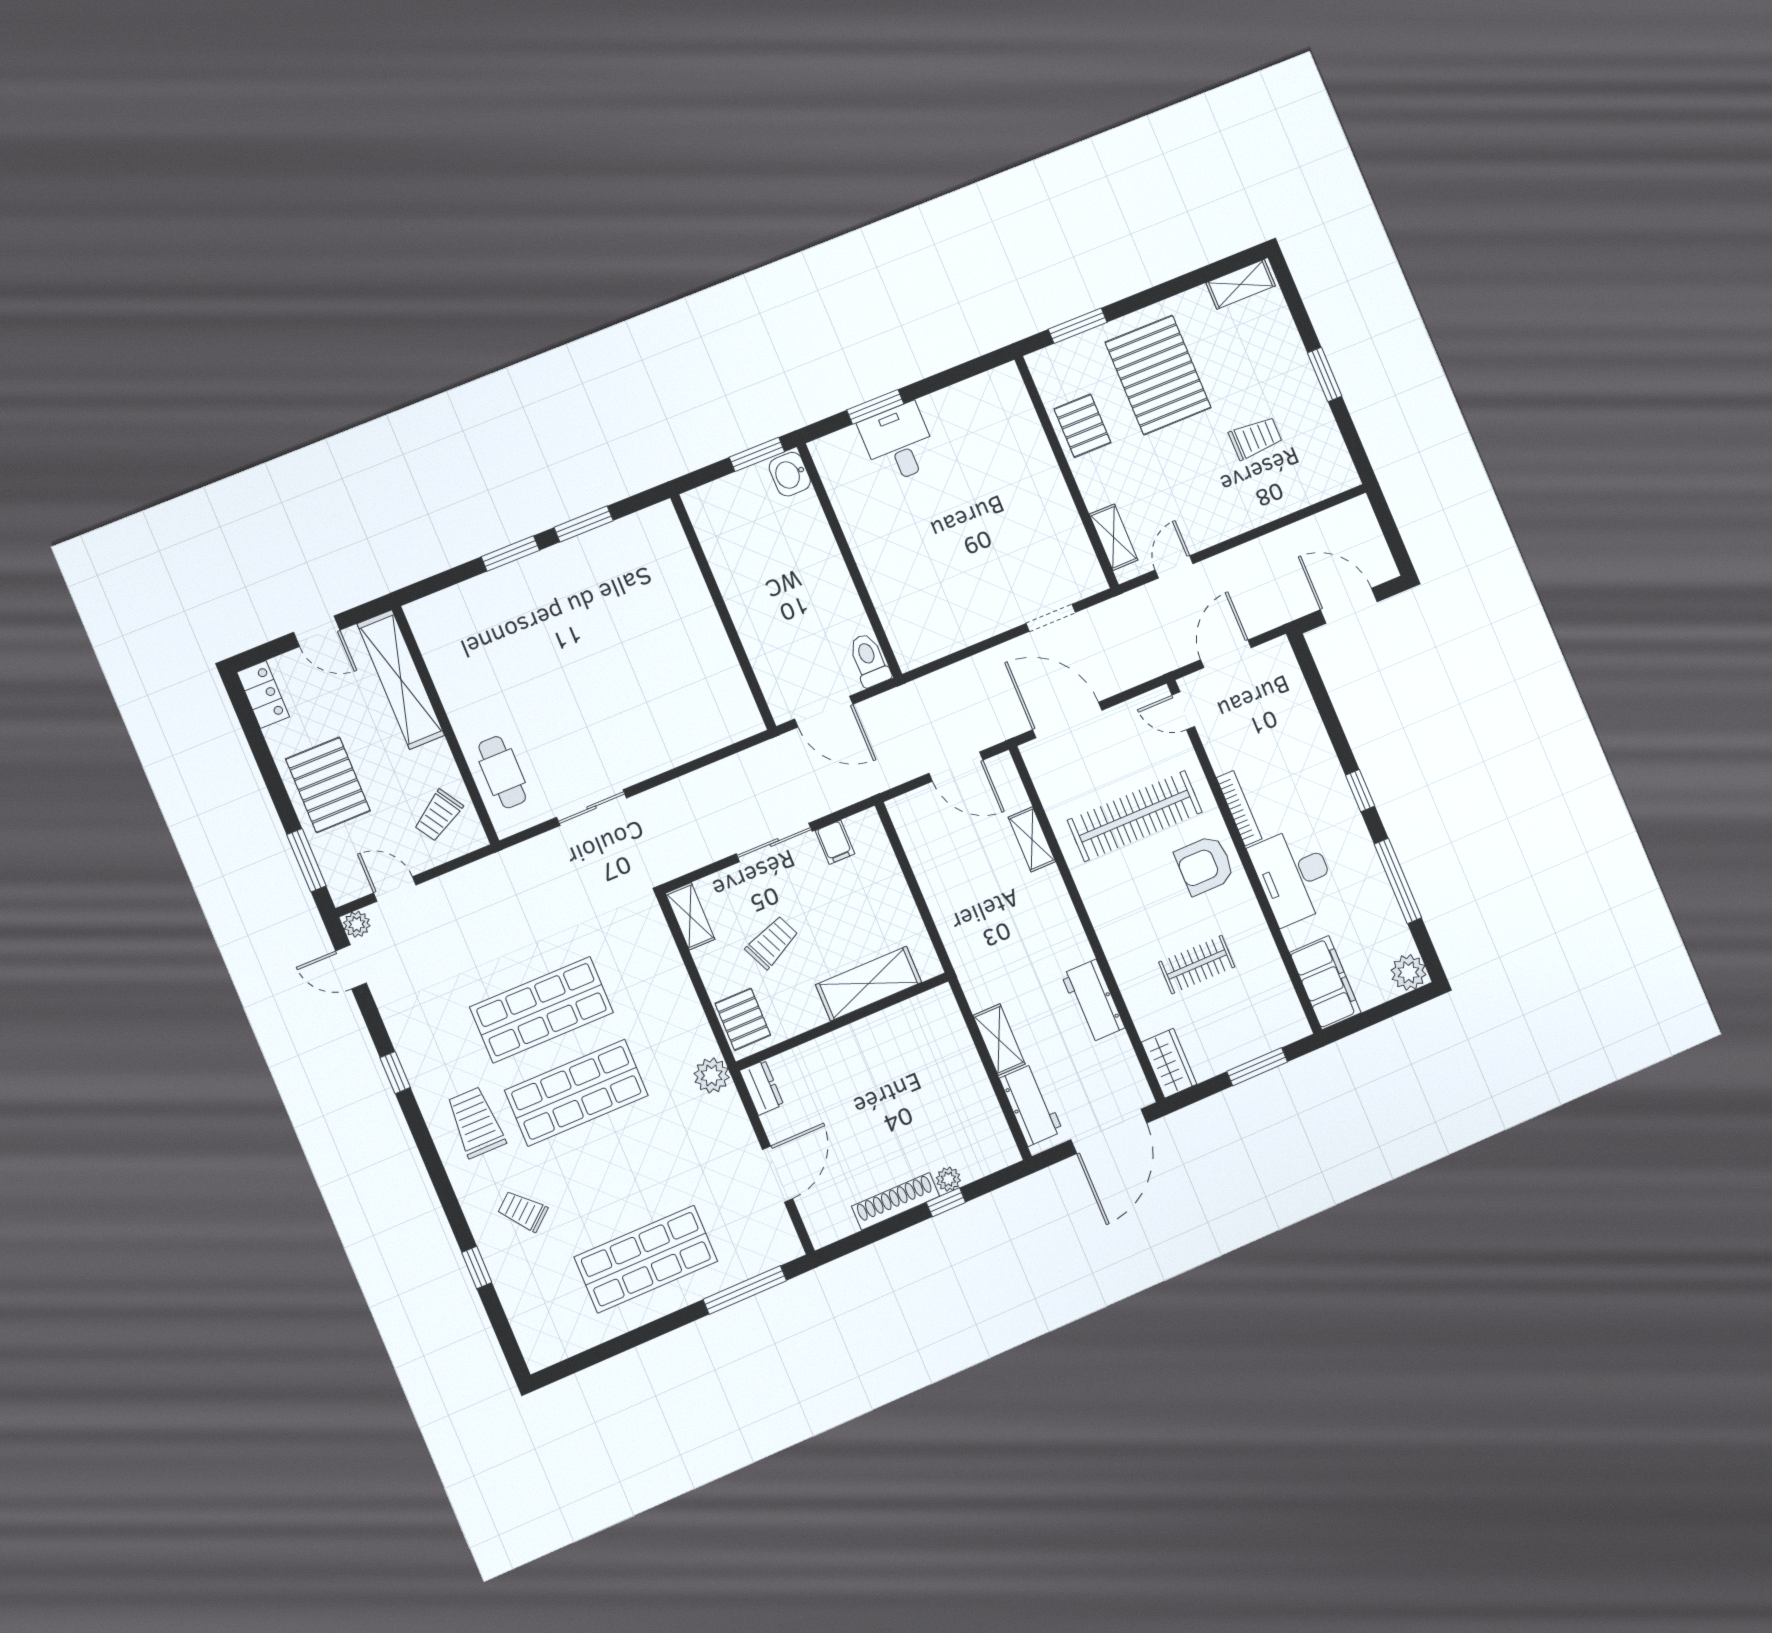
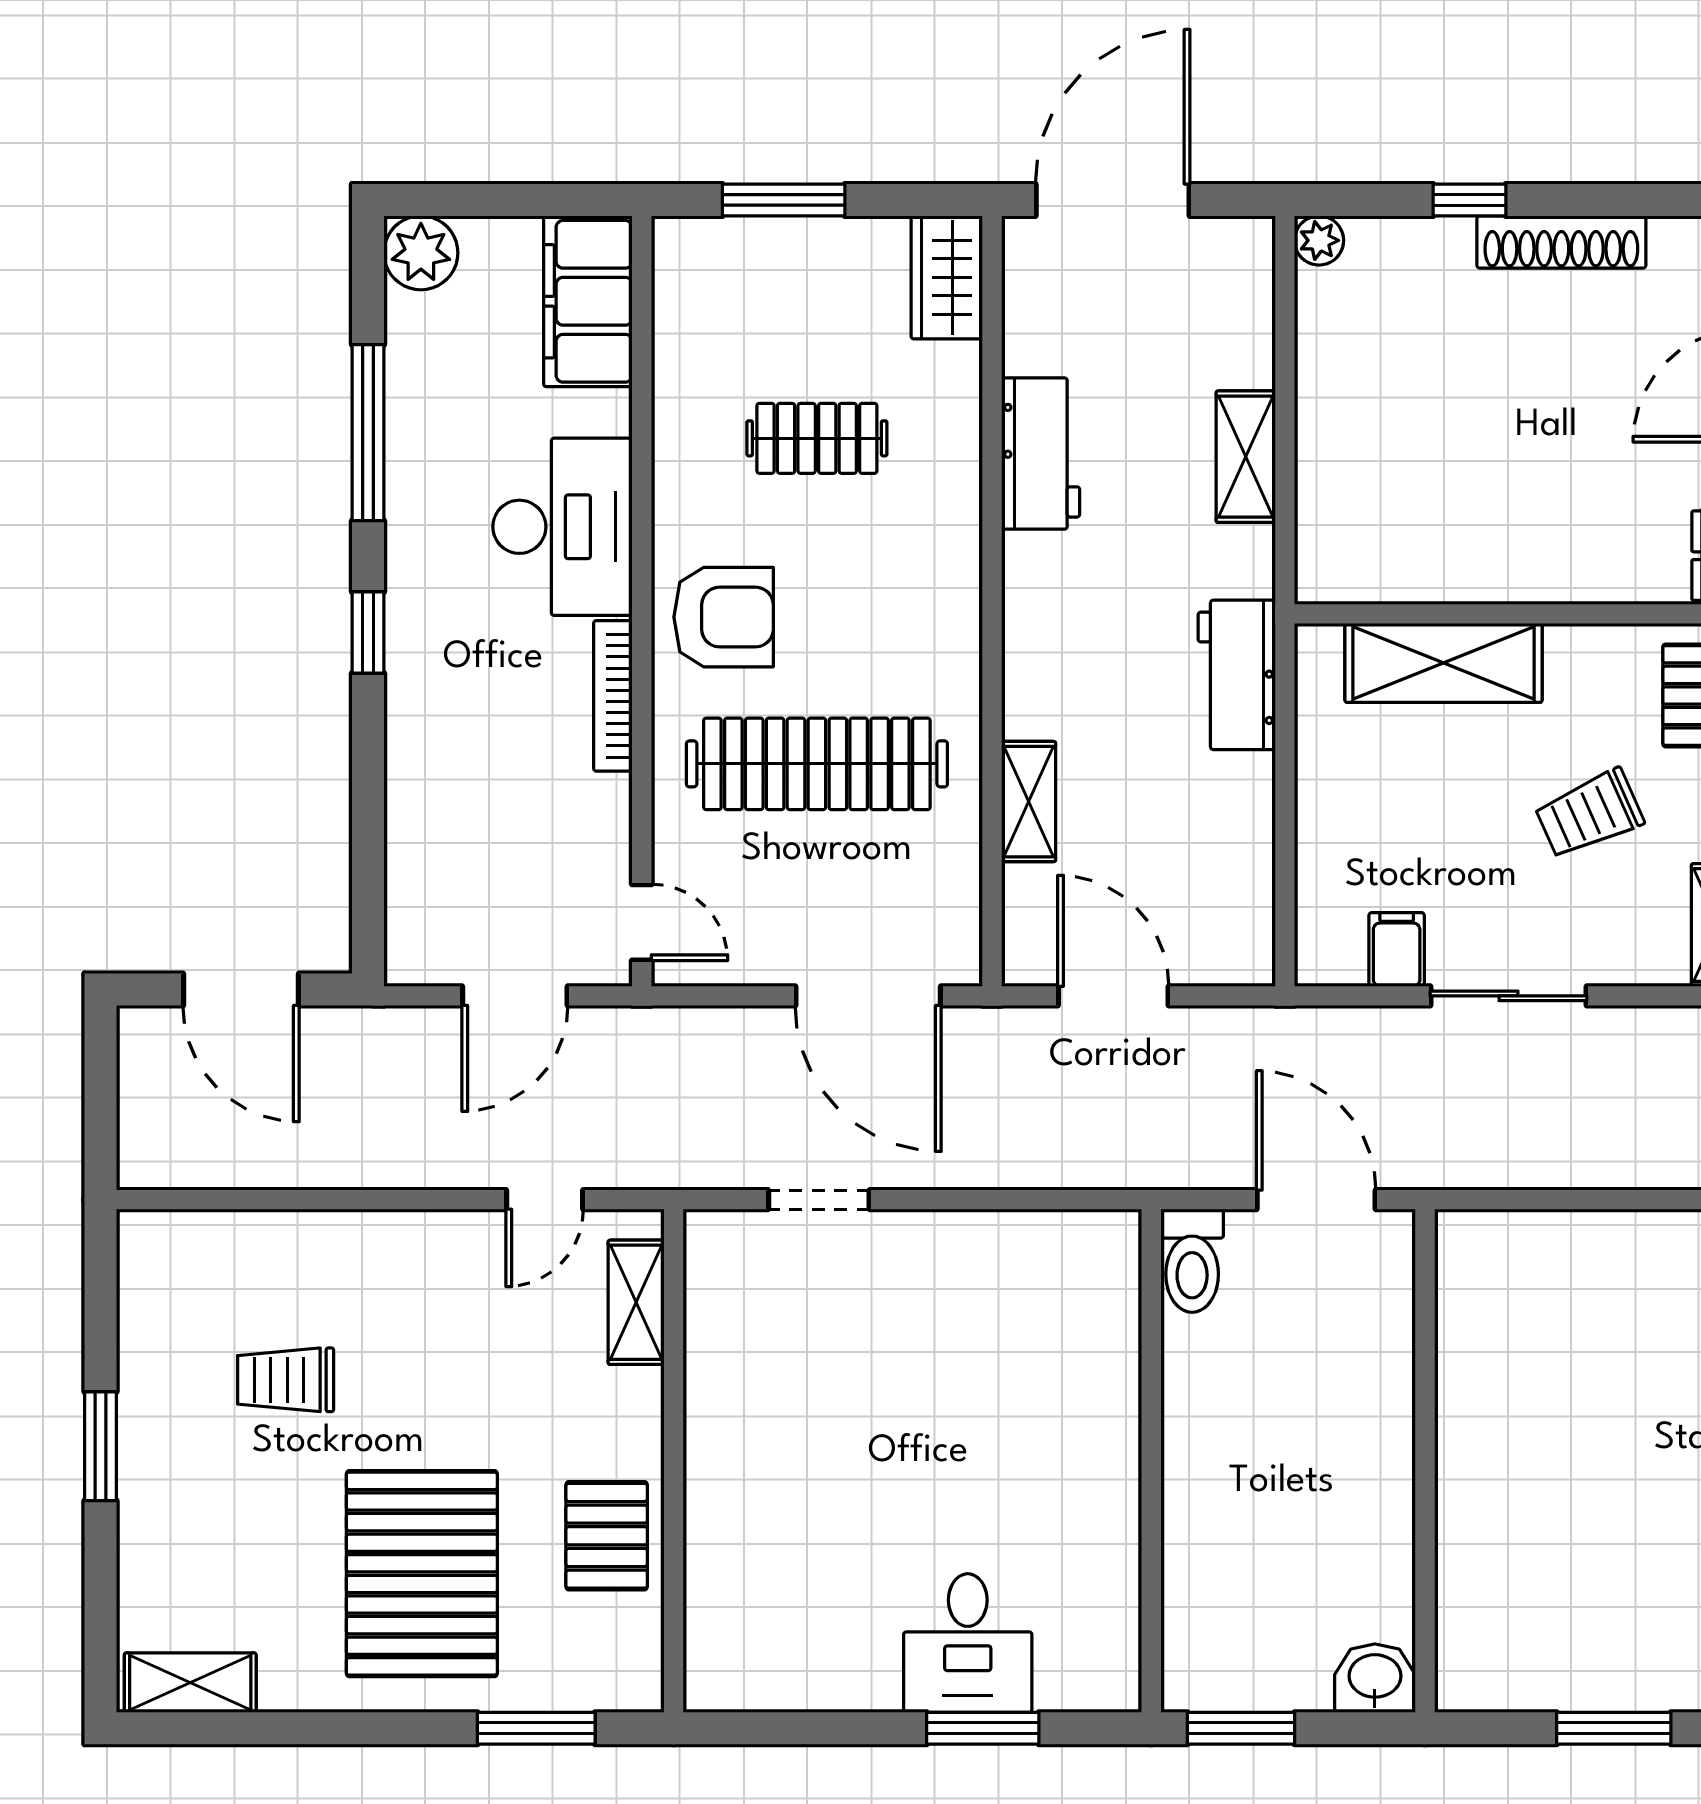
washbasin: (790, 474) -> (1375, 1678), moved, turned -90
workbench: (1031, 1105) -> (1237, 675), moved
plant: (948, 1179) -> (1319, 240), moved

